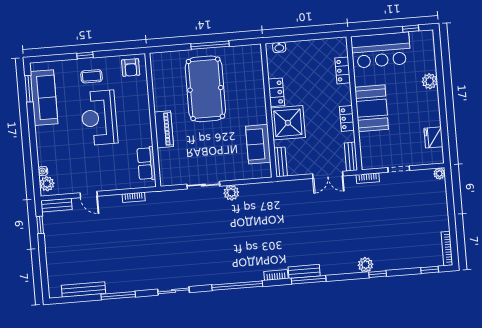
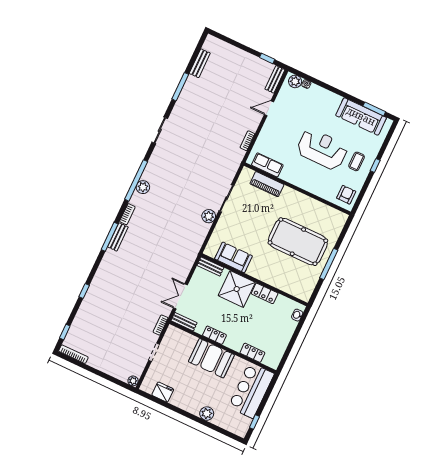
armchair: (131, 68) -> (346, 195), turned 90
piano: (164, 129) -> (267, 184), moved
plant: (365, 265) -> (143, 187), moved
bench: (84, 289) -> (200, 63), width x0.73

